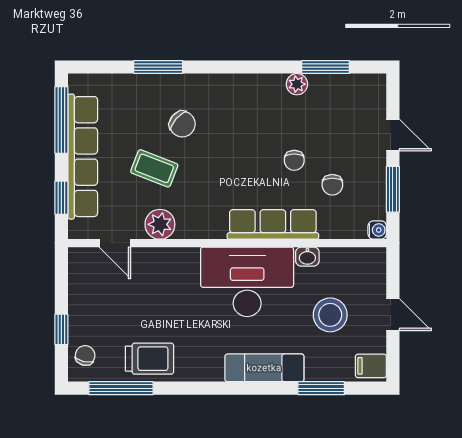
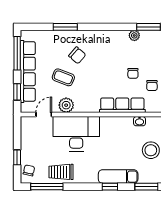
door: (115, 243) -> (44, 115), swing flipped
desk: (247, 282) -> (76, 134), moved
trolley: (150, 359) -> (61, 172), turned 180
window: (248, 388) -> (110, 187), added

